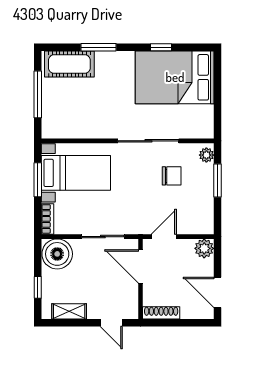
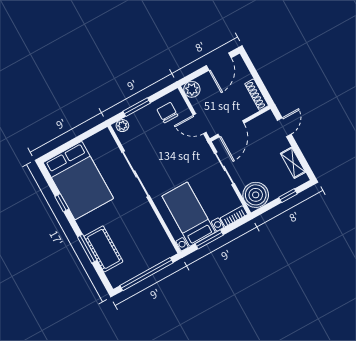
cot: (69, 64) -> (103, 249), moved
window: (38, 94) -> (146, 274), width x1.46
chair: (172, 176) -> (167, 113), moved

